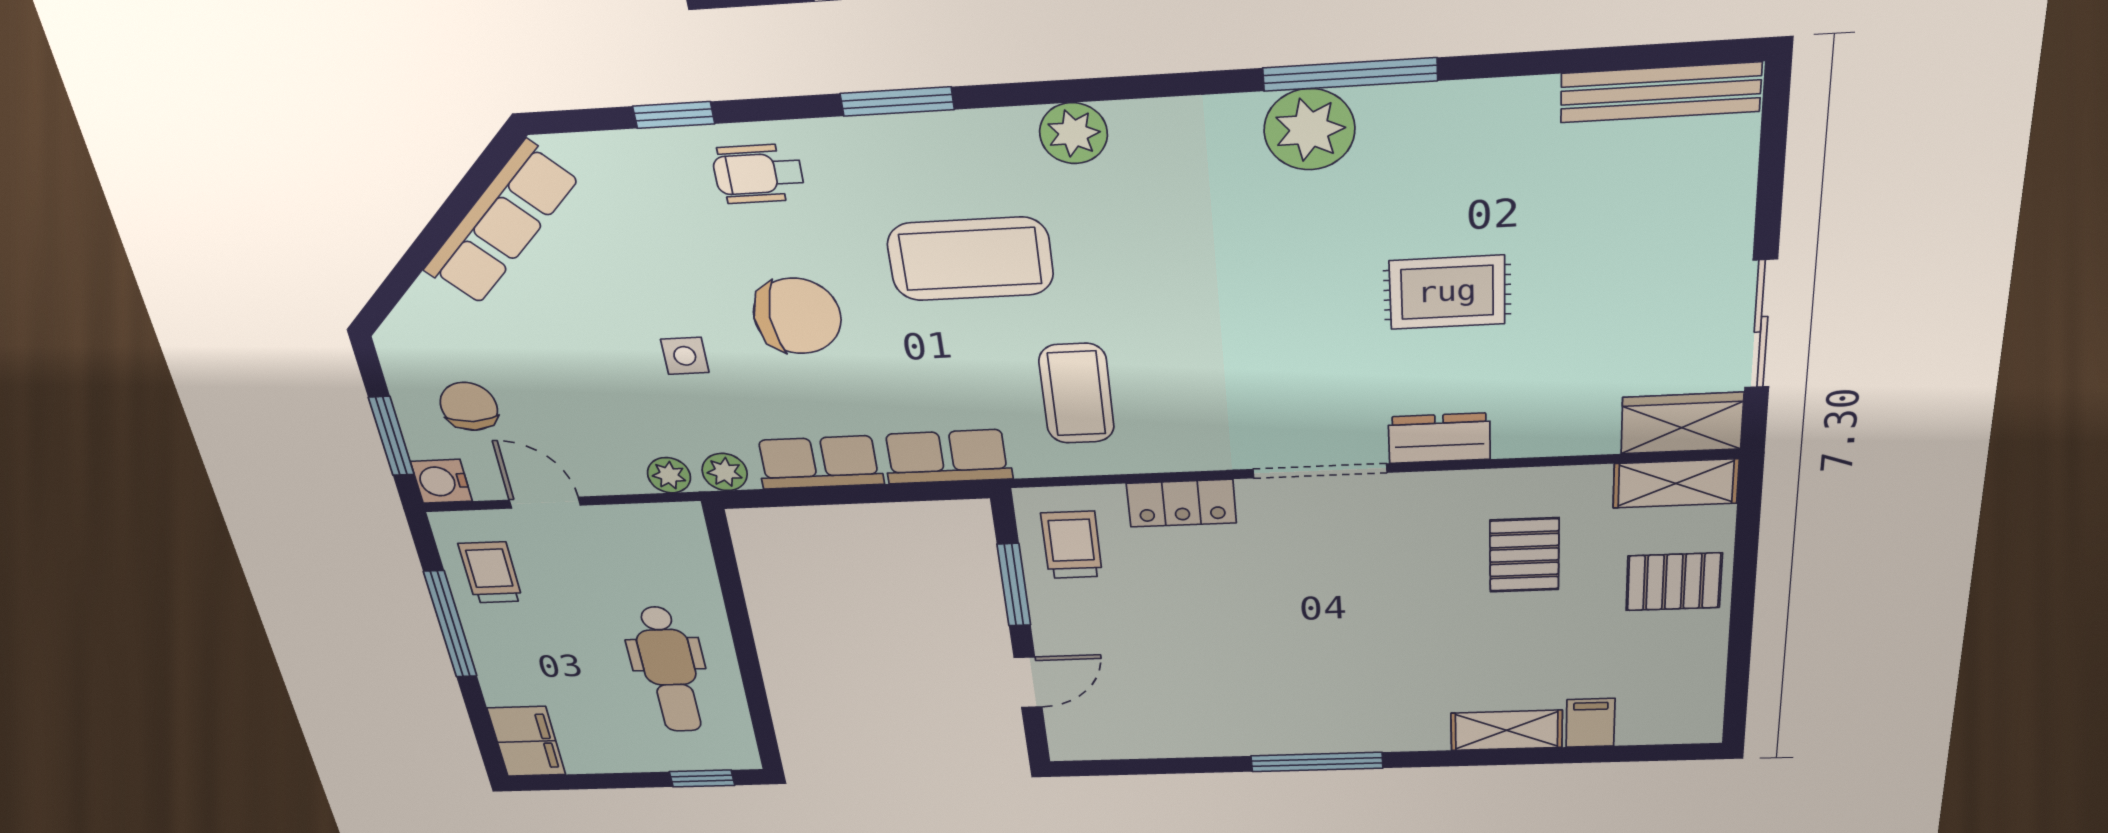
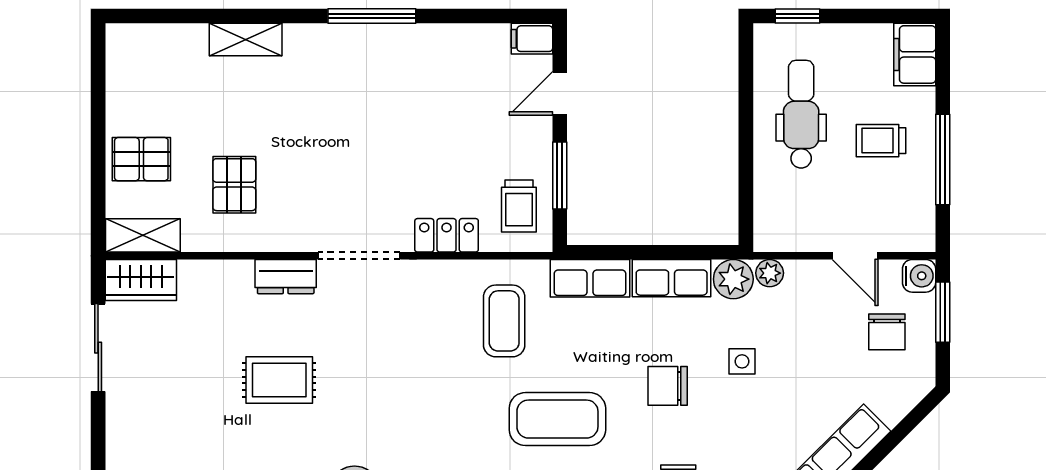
chair: (797, 316) -> (668, 386), width x0.73, depth x0.73
plant: (725, 472) -> (733, 279), width x1.38, depth x1.38
trolley: (491, 572) -> (881, 141), moved, turned 90
filing cabinet: (1590, 723) -> (532, 39), moved, turned 90

